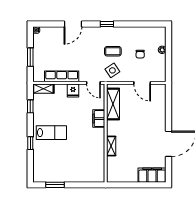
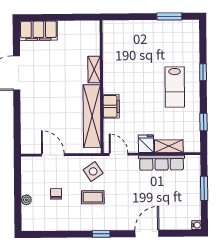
shelving: (43, 89) -> (169, 146), moved
shelving: (113, 104) -> (92, 116), width x1.47
lab bench: (51, 133) -> (175, 87), turned -90

